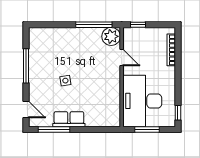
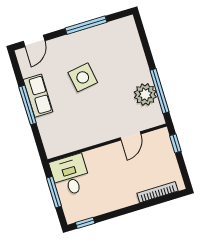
plant: (111, 36) -> (145, 95), moved
side table: (65, 81) -> (83, 77), width x1.87, depth x1.87
desk: (142, 101) -> (70, 175), width x0.53, depth x0.77
window: (54, 129) -> (28, 105), moved

